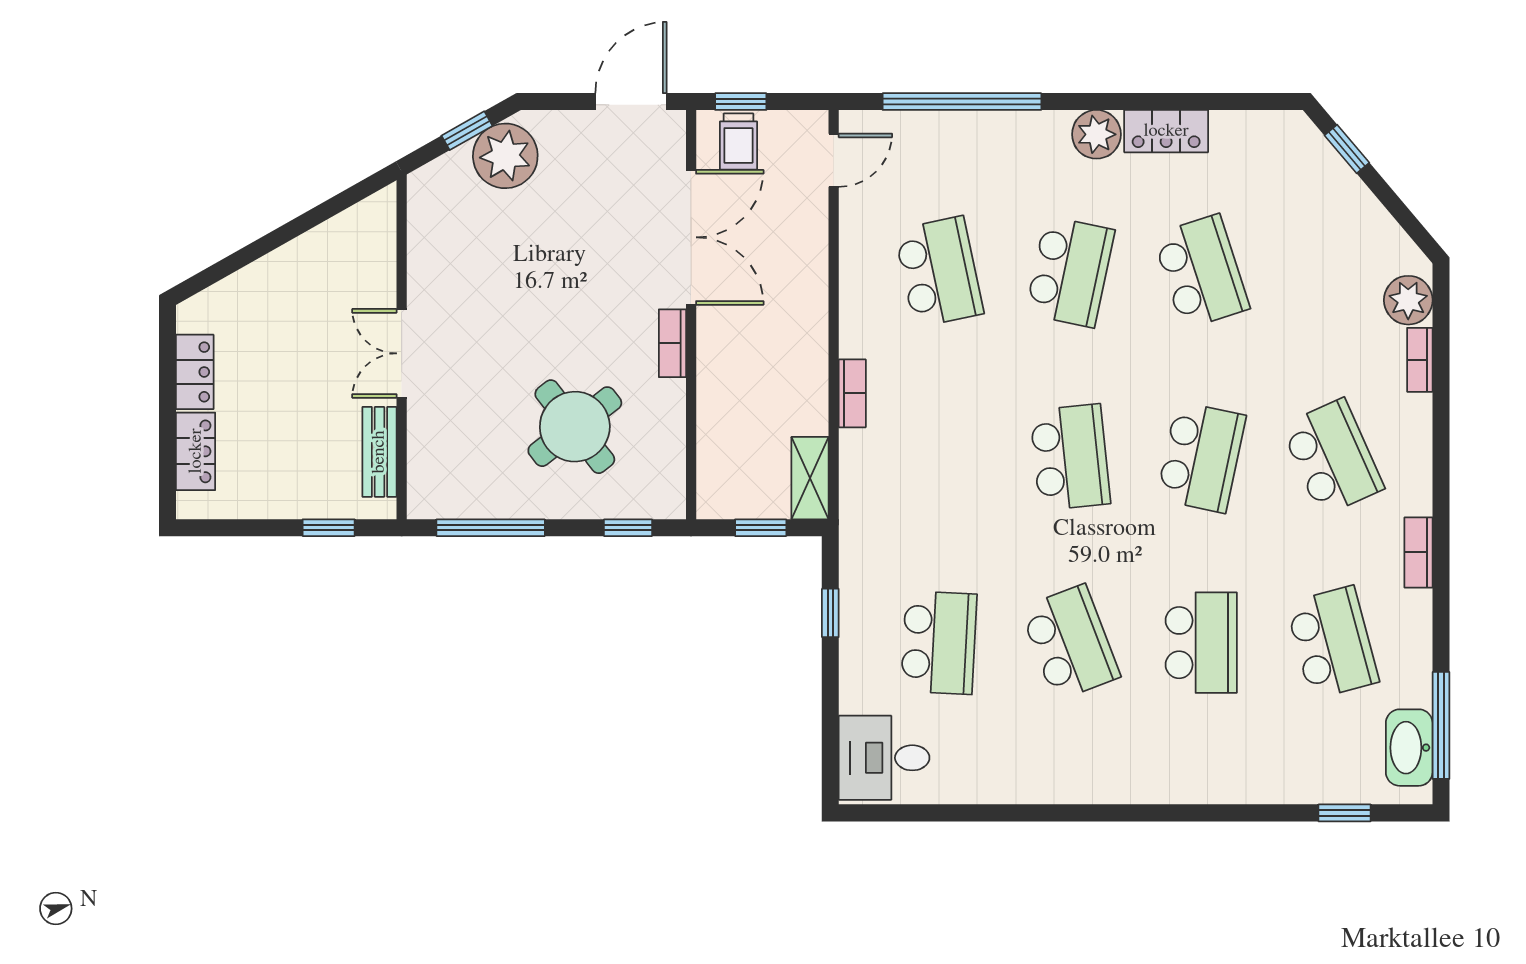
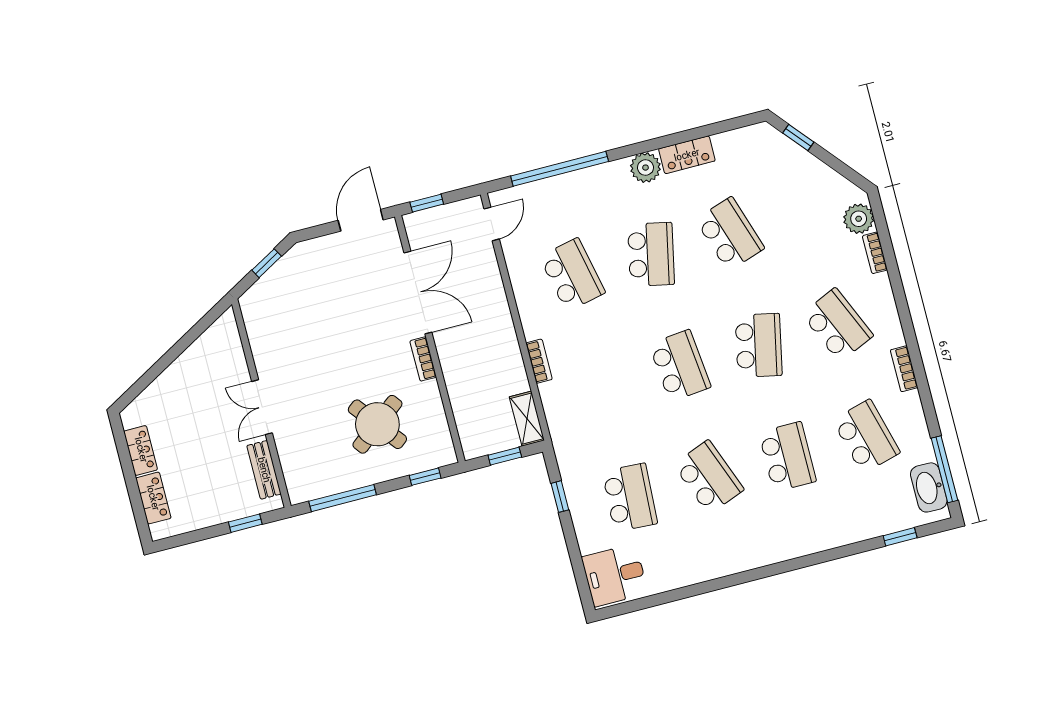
trolley: (738, 142) -> (432, 228), removed
plant: (505, 156) -> (294, 272), removed

